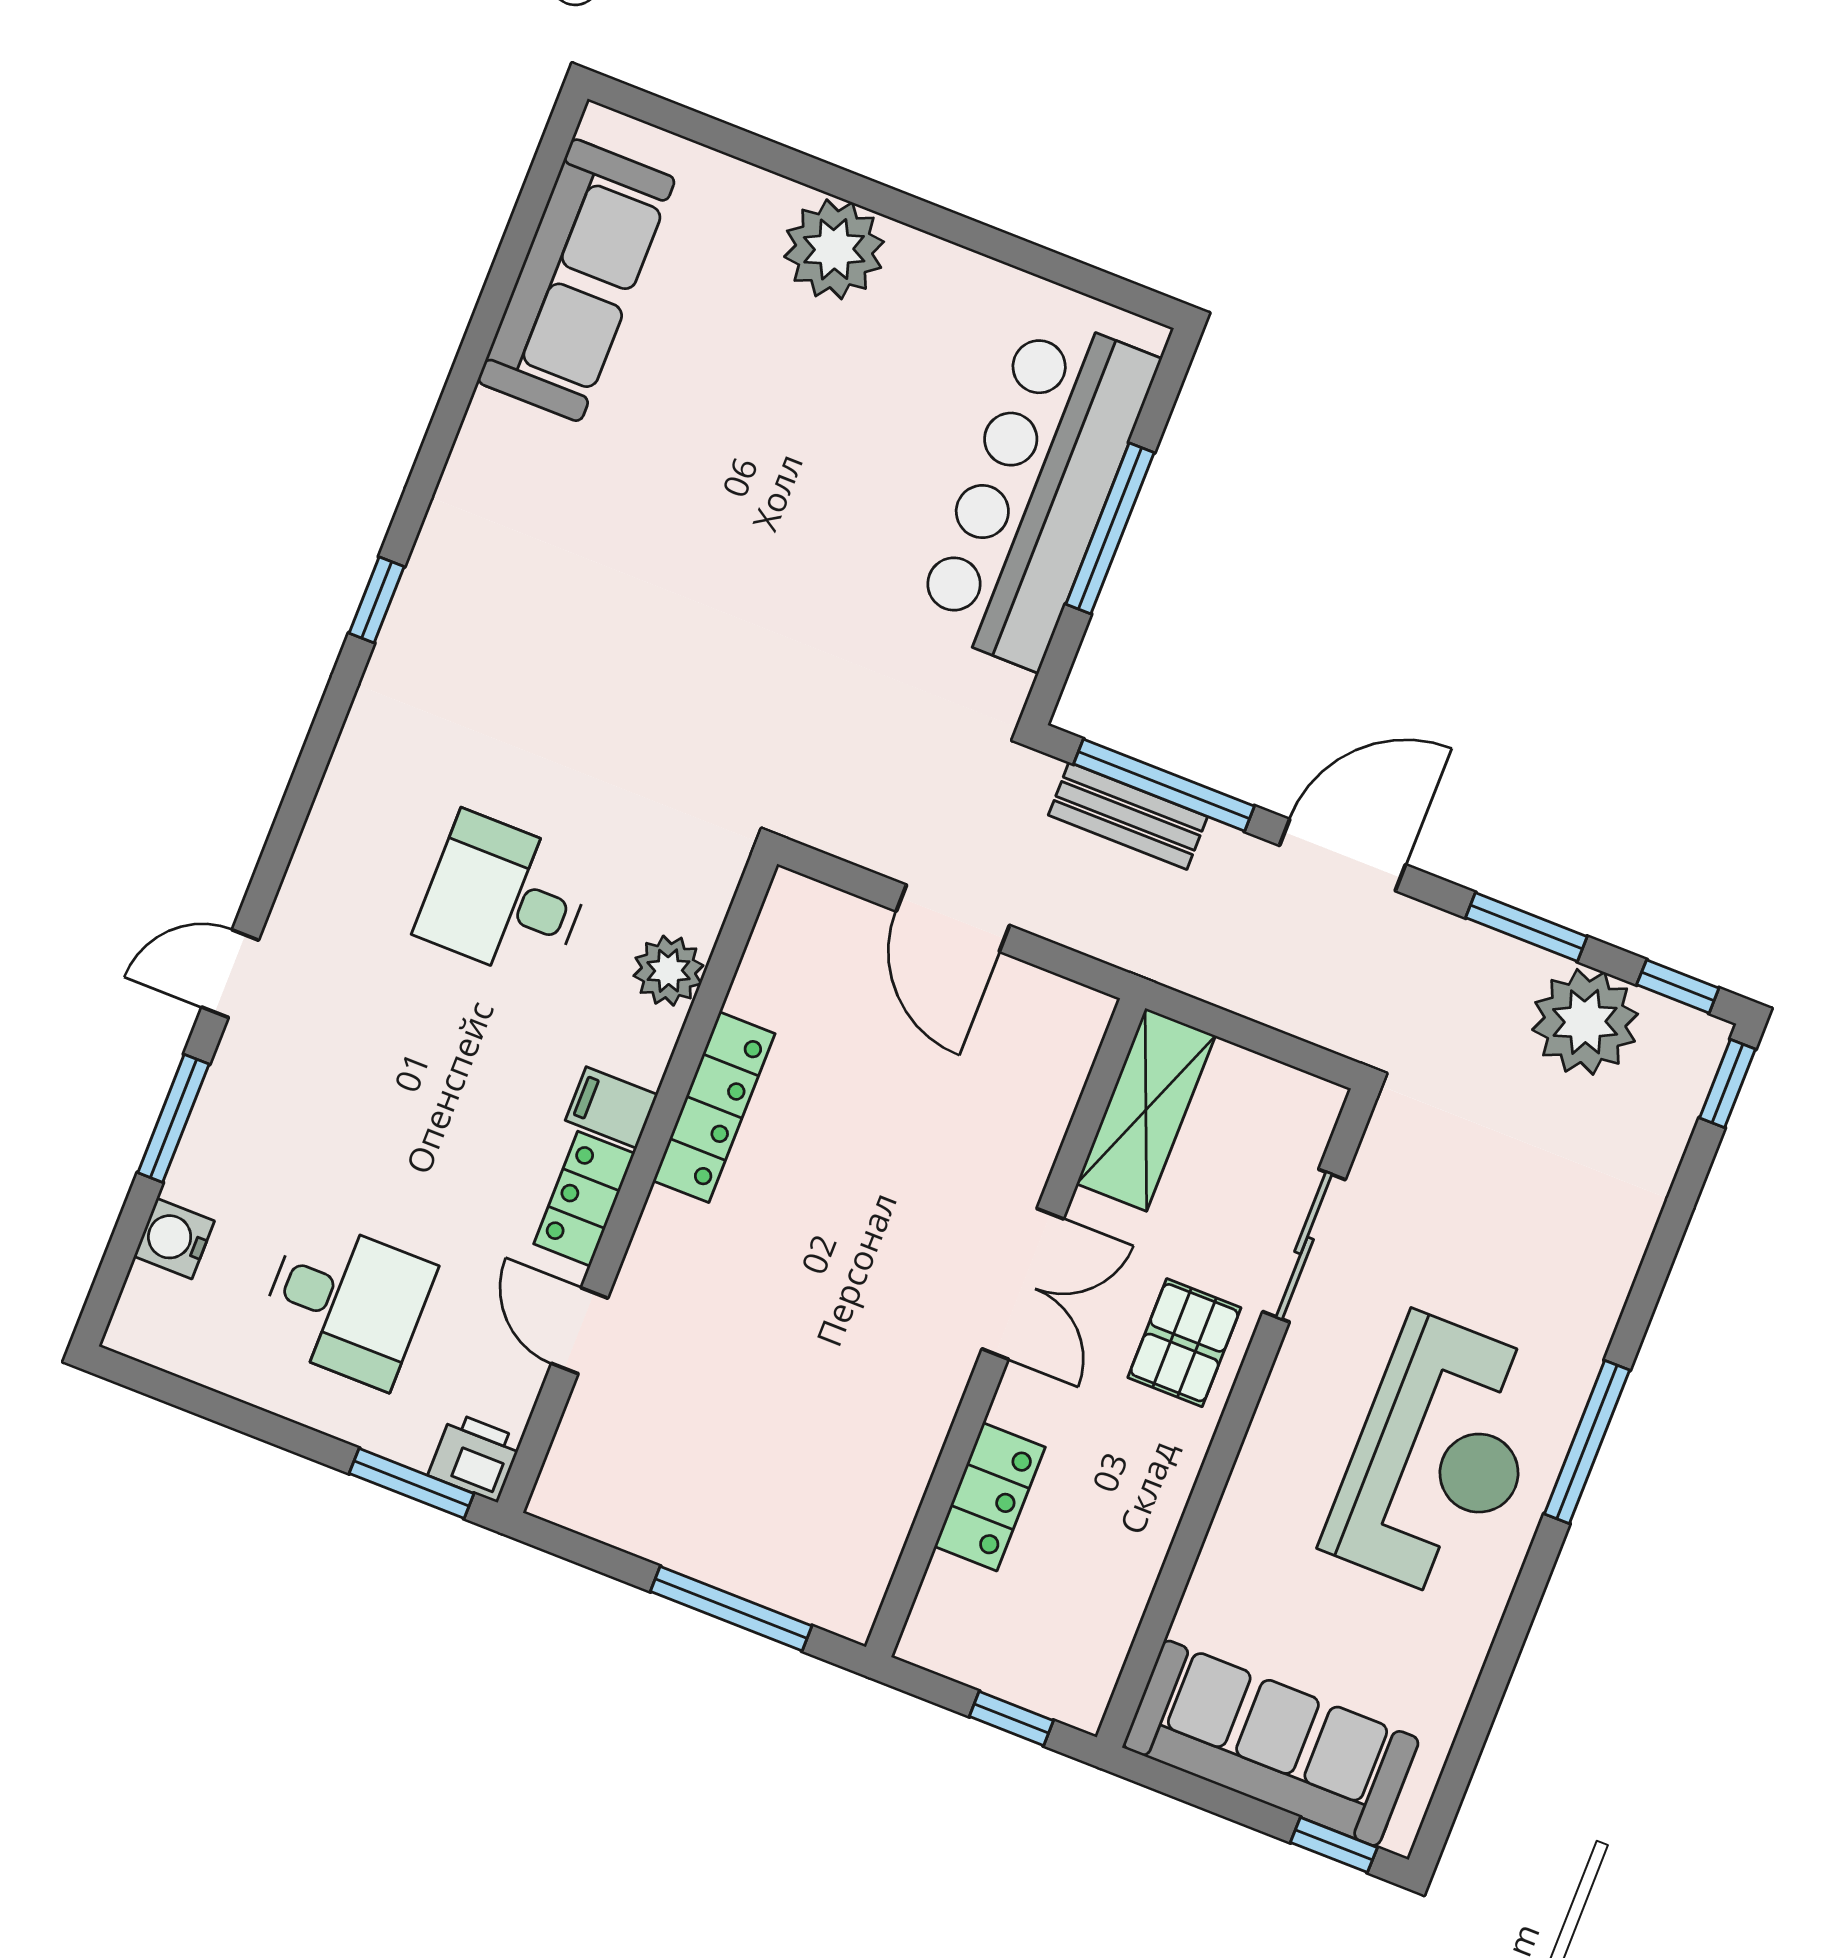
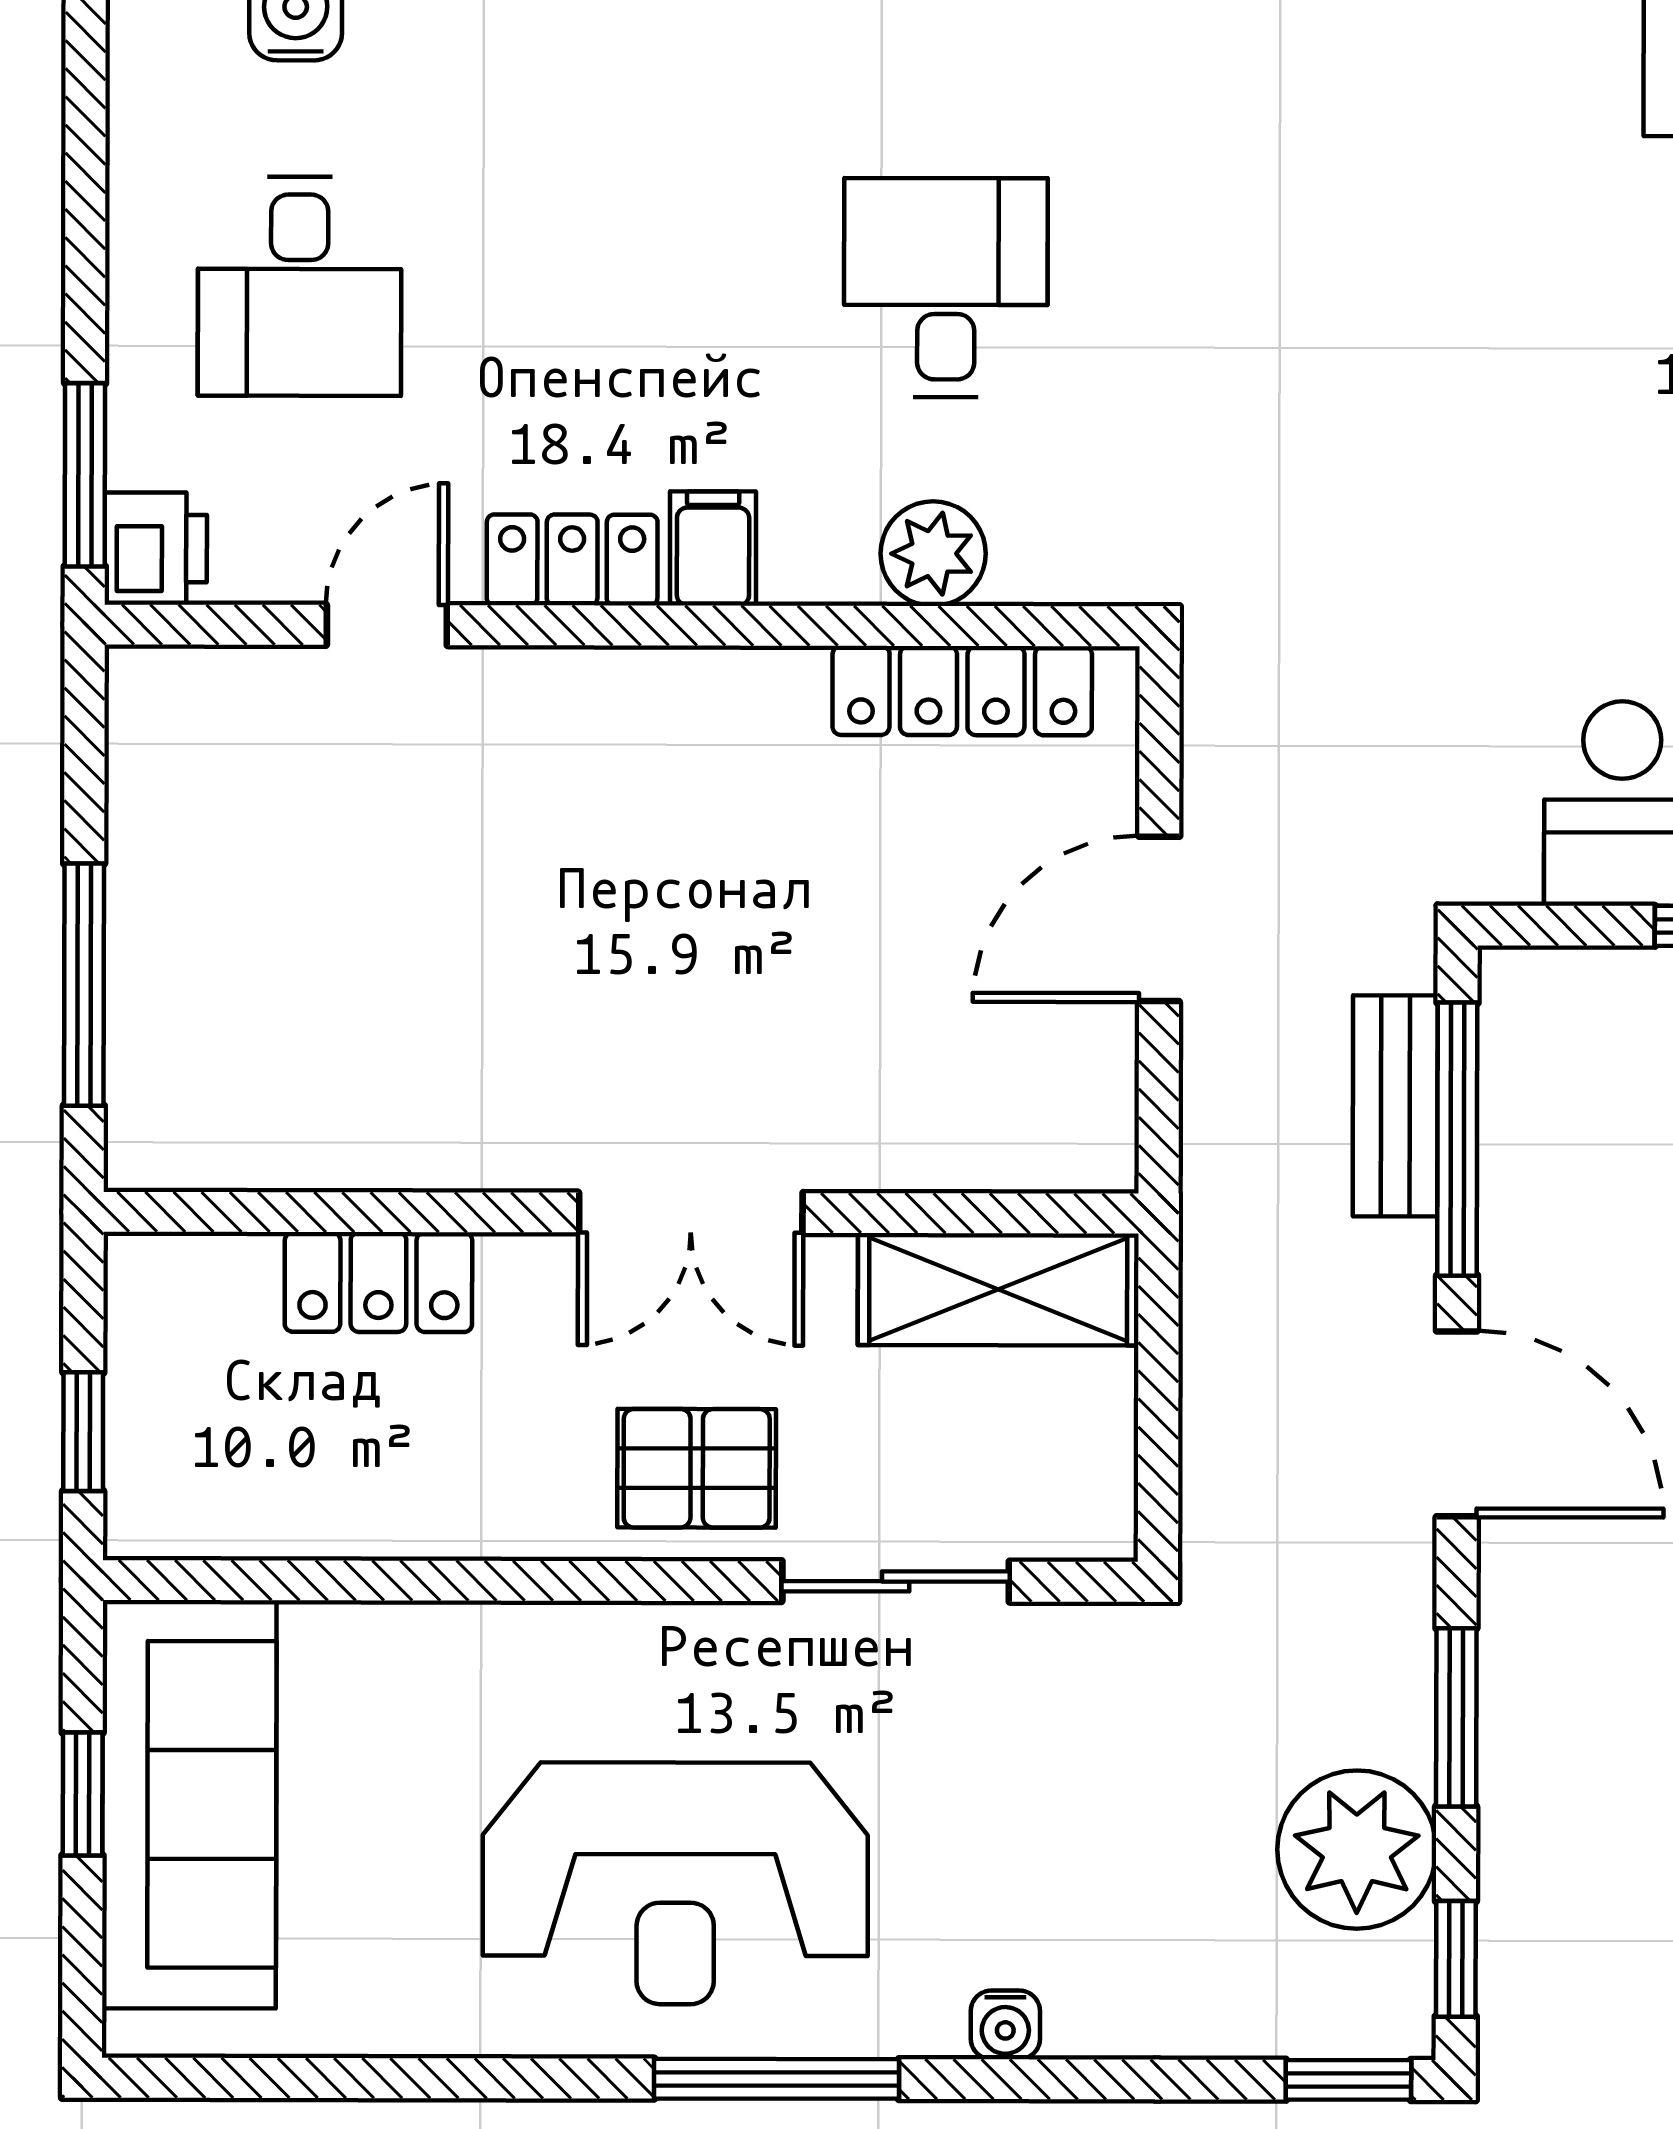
locker: (714, 1107) -> (962, 691), moved
water cooler: (1609, 1285) -> (1005, 2025), added
window: (1334, 1845) -> (83, 1794), moved

